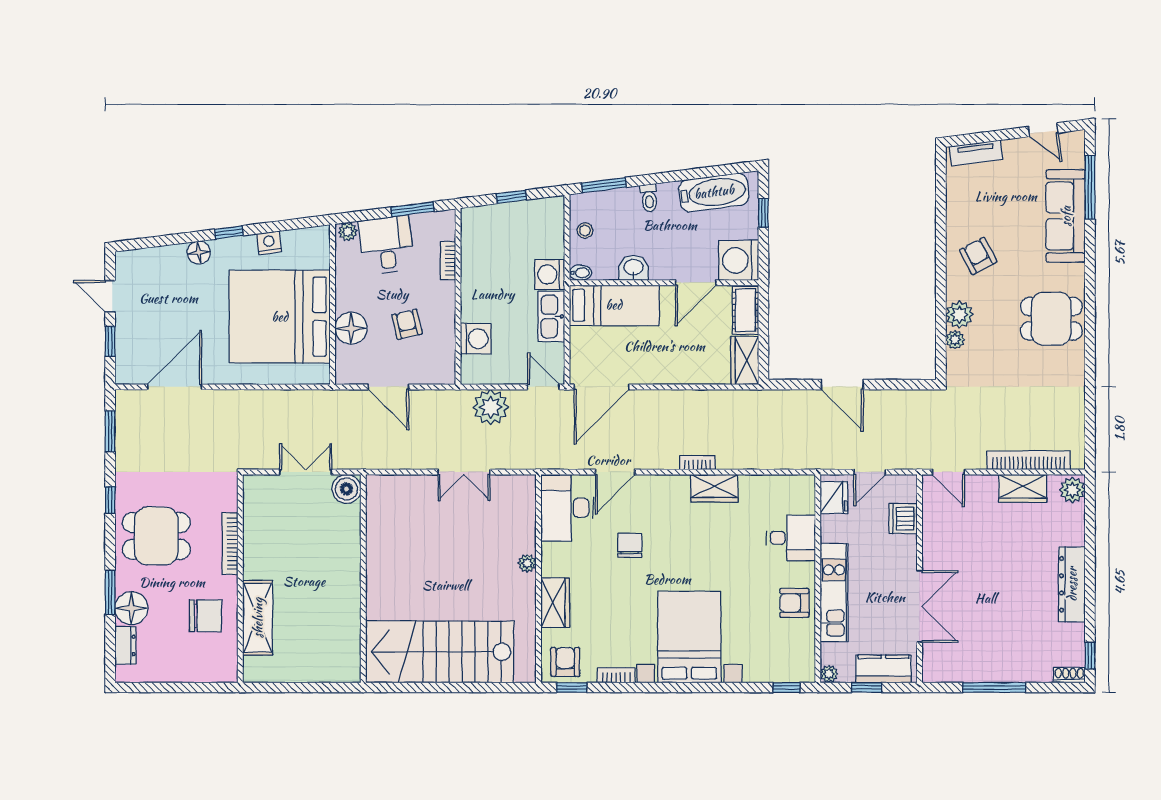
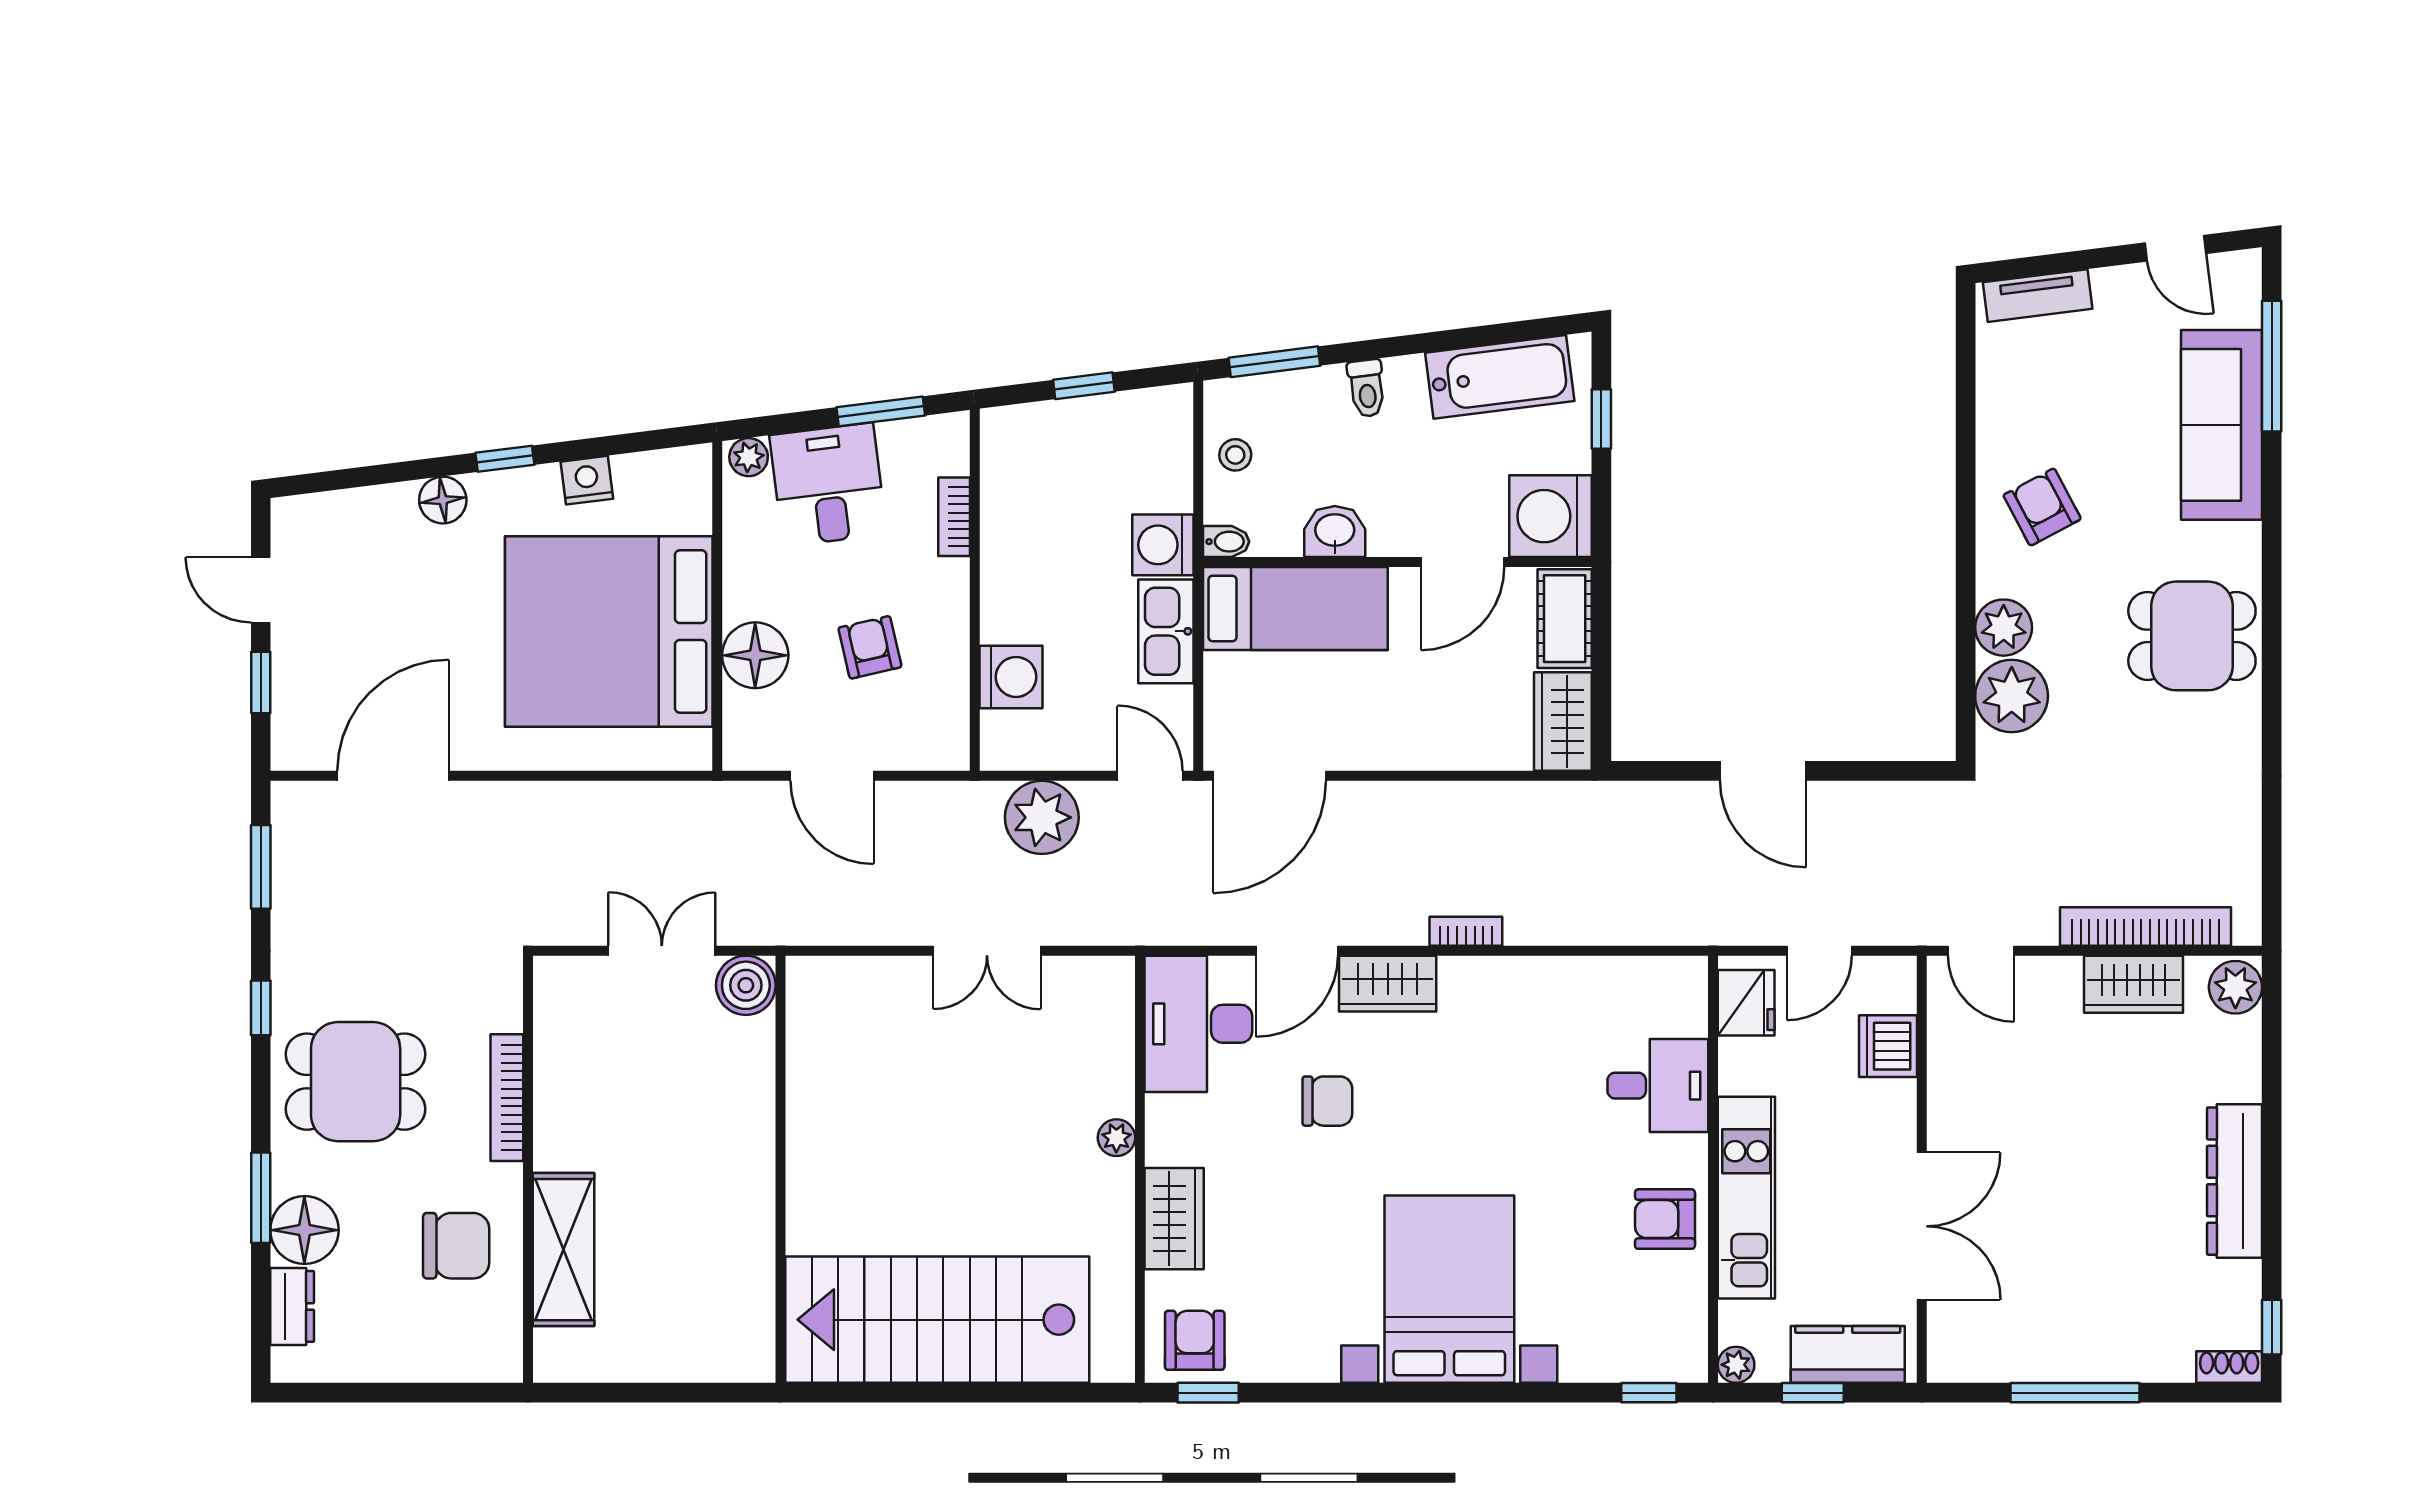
plant: (955, 340) -> (2012, 696), width x1.88, depth x1.88
wardrobe: (714, 488) -> (1388, 984), moved
chair: (630, 545) -> (1327, 1101), turned 90
bookcase: (616, 675) -> (1299, 1367), removed

